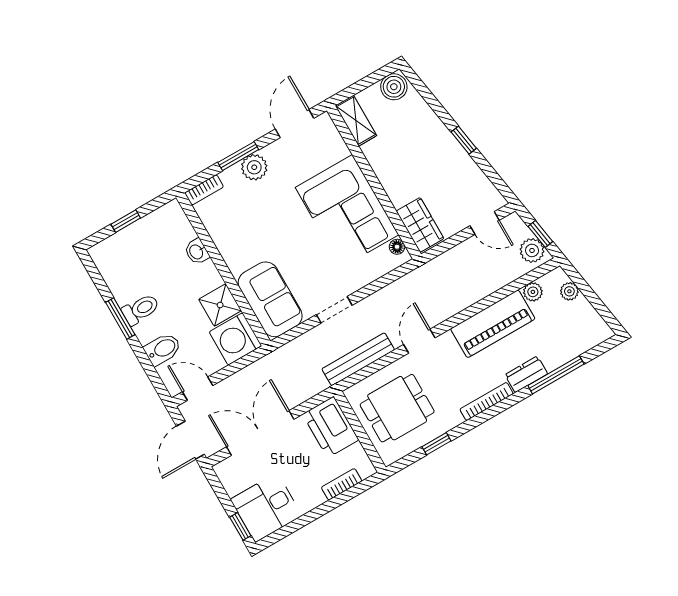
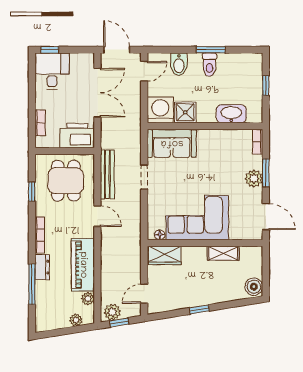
shelving: (356, 121) -> (223, 253), moved
washbasin: (197, 252) -> (231, 114), width x1.91, depth x1.45

